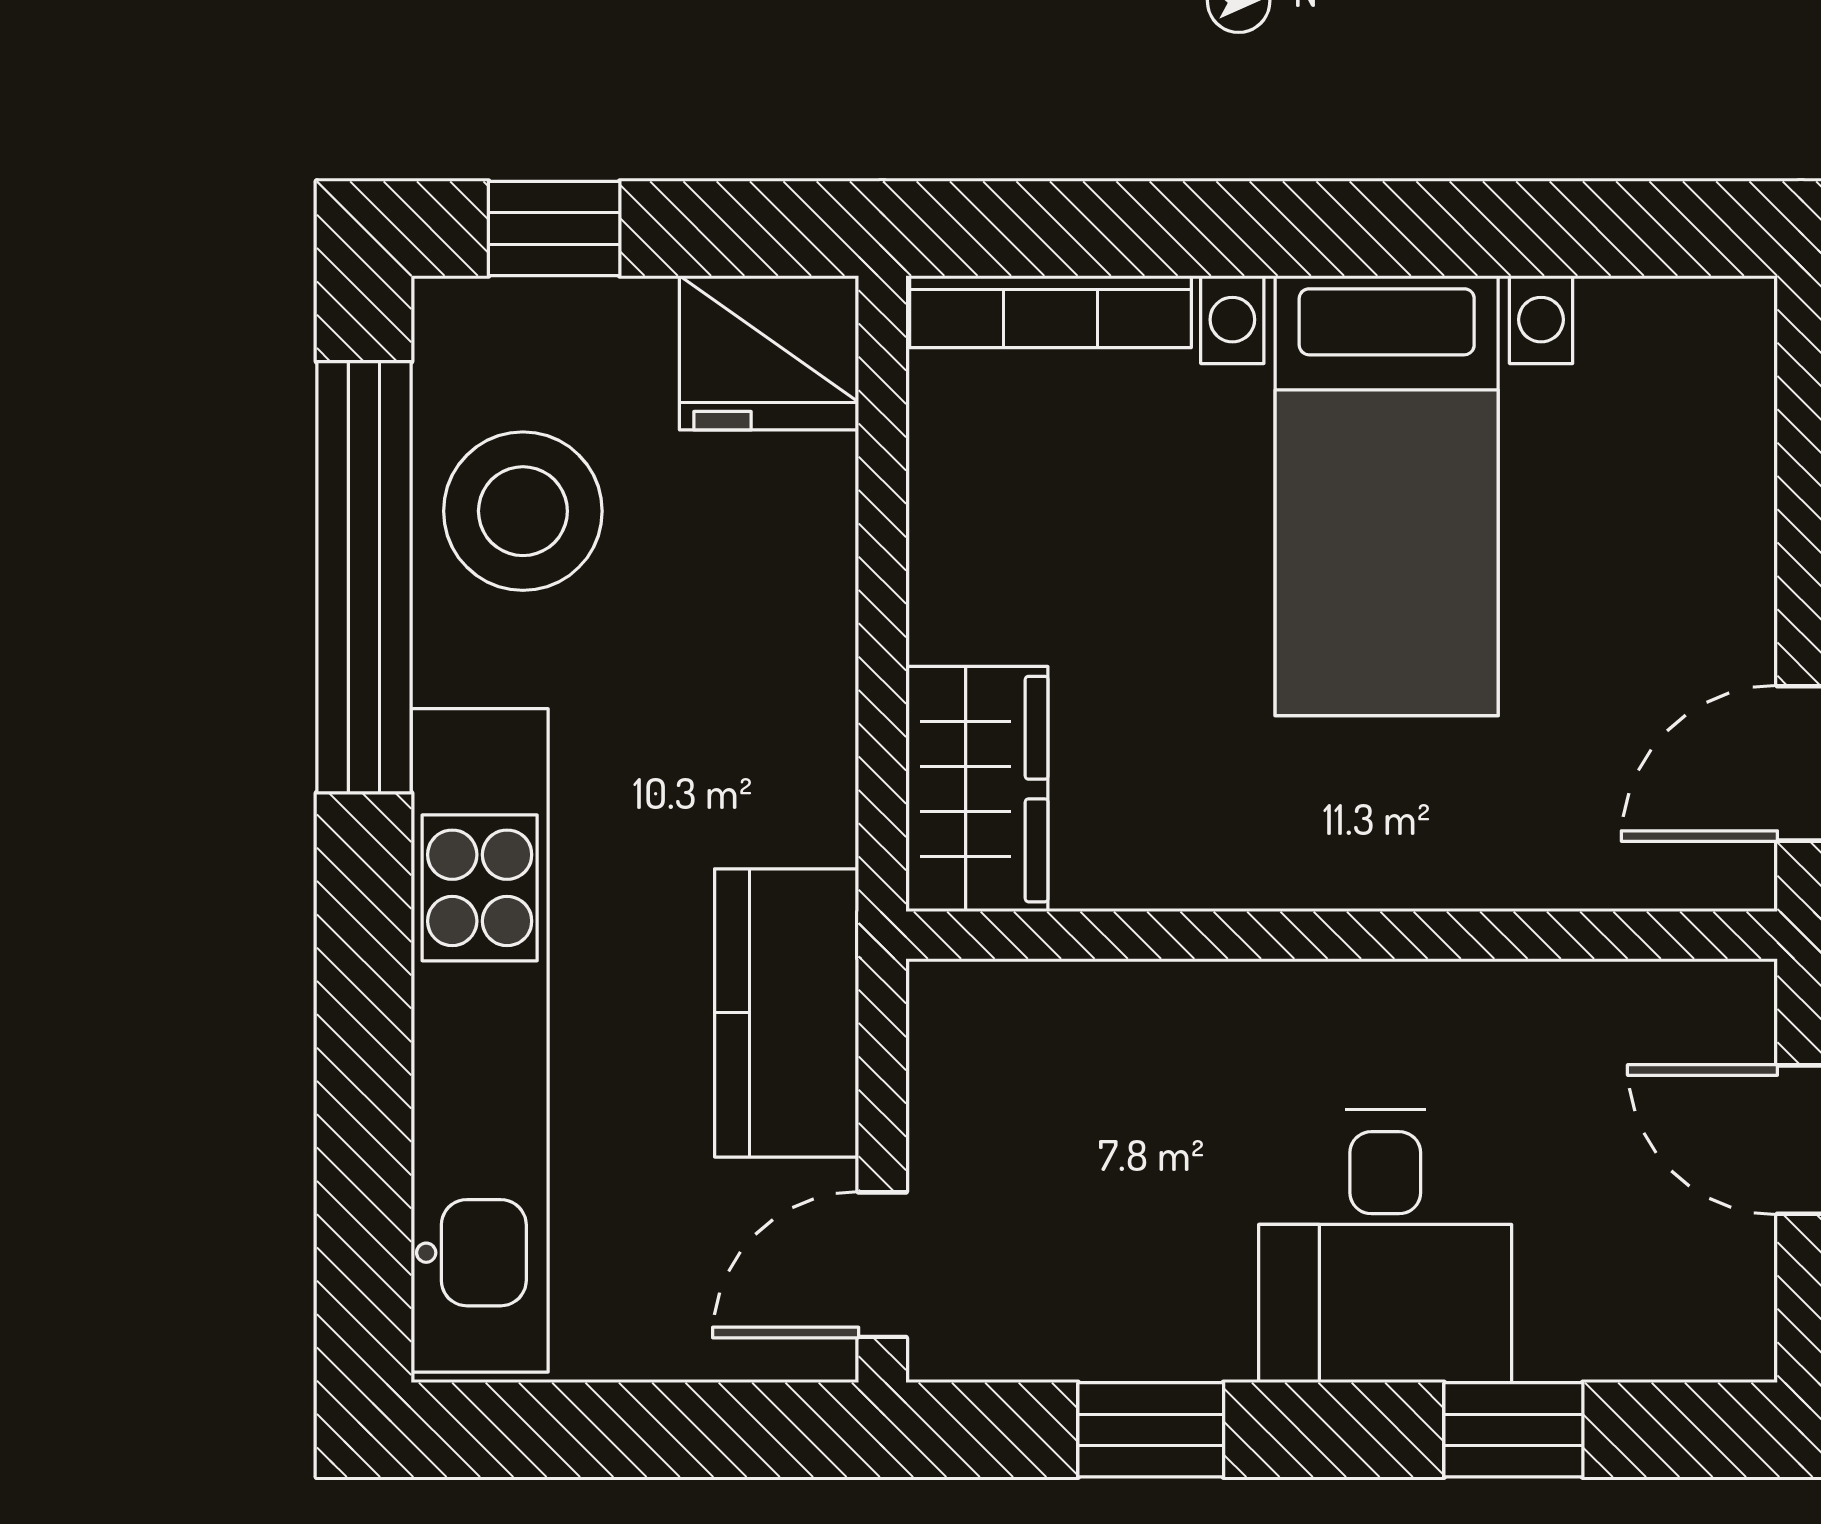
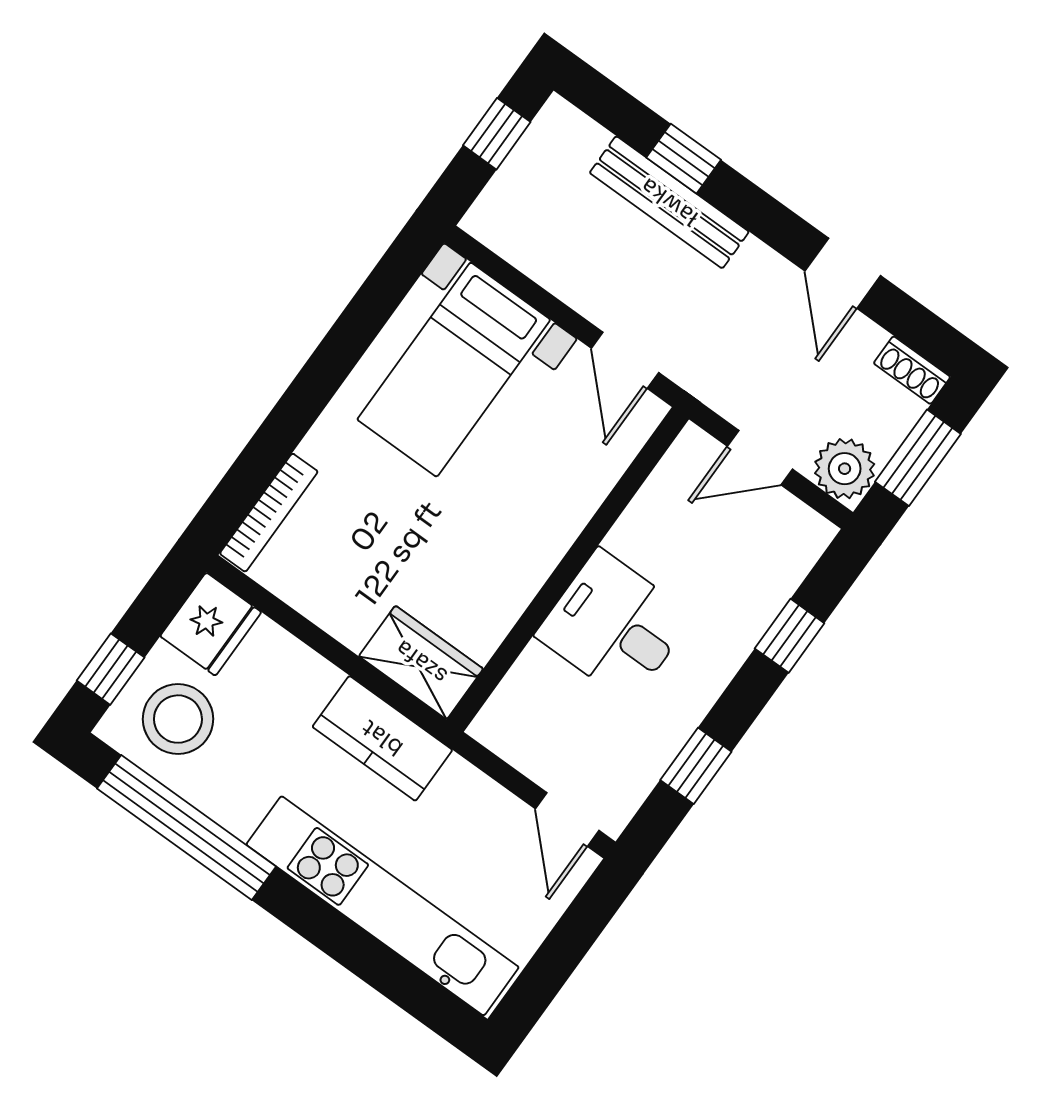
bed with nightstands: (1387, 496) -> (454, 370), moved, turned 90
stool: (523, 511) -> (178, 719), moved
kitchen counter: (787, 1013) -> (382, 738), moved
desk: (1385, 1246) -> (614, 626), moved, turned 180

